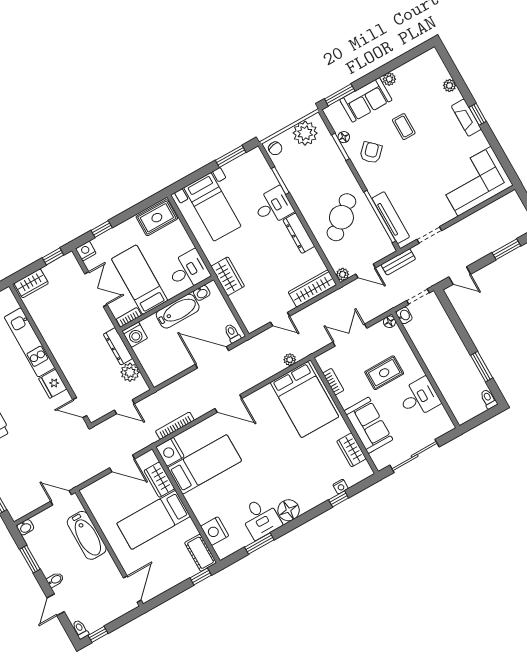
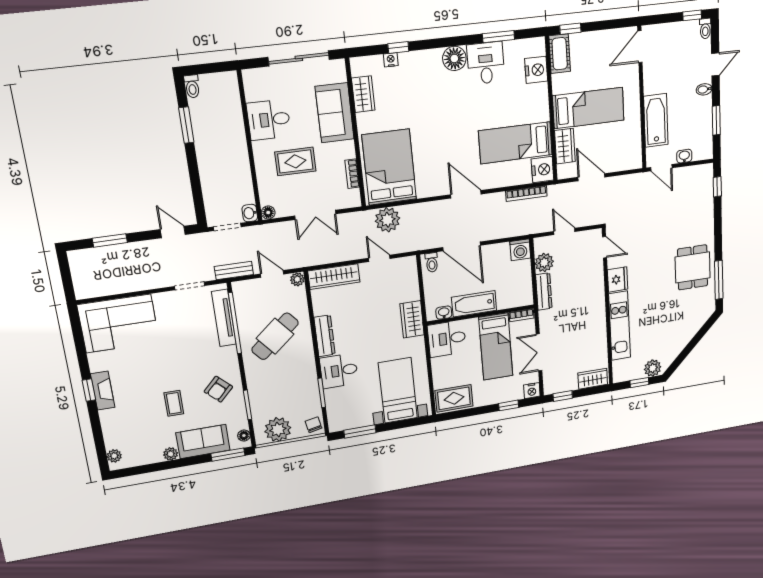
plant: (449, 86) -> (114, 456), moved
floor lamp: (344, 137) -> (244, 436), moved
washing machine: (135, 335) -> (520, 250), moved, turned 180
plant: (290, 360) -> (387, 220), width x1.88, depth x1.88
washbasin: (25, 527) -> (684, 156), moved

